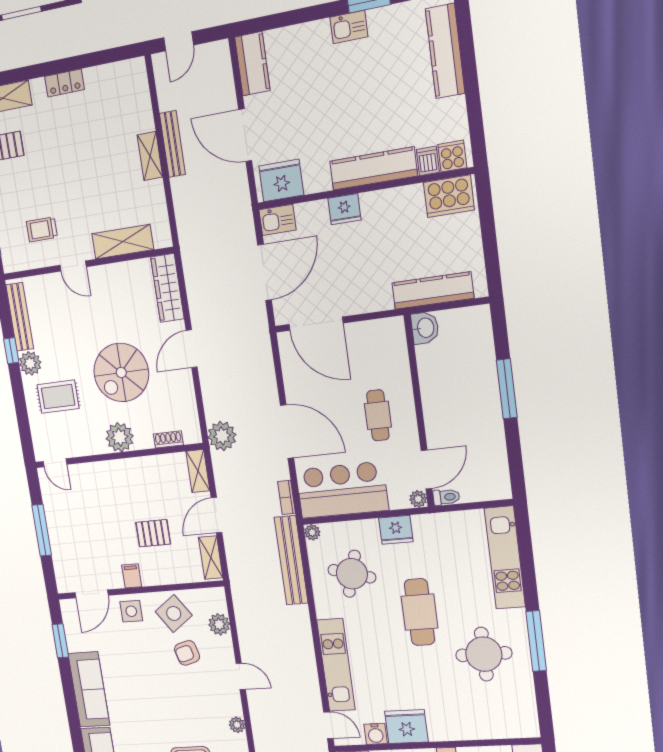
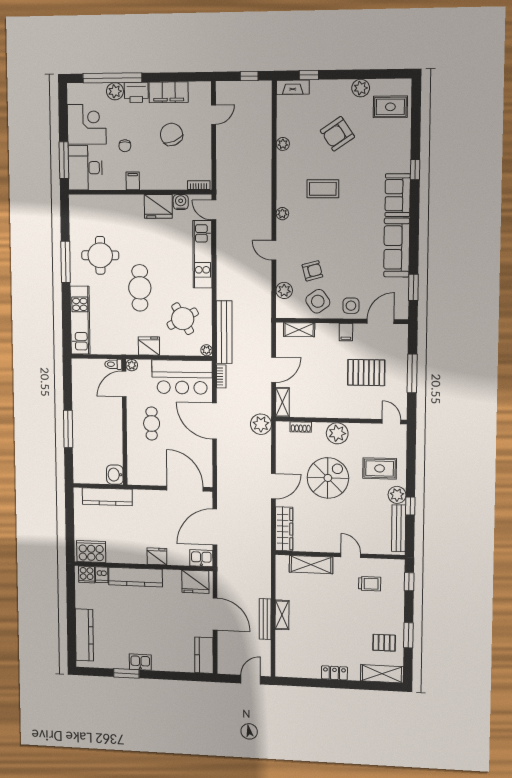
pallet: (153, 533) -> (366, 373), moved, width x1.50, depth x1.42
shelving: (211, 558) -> (299, 330), moved, turned 90
round table: (352, 574) -> (183, 319), turned 45

